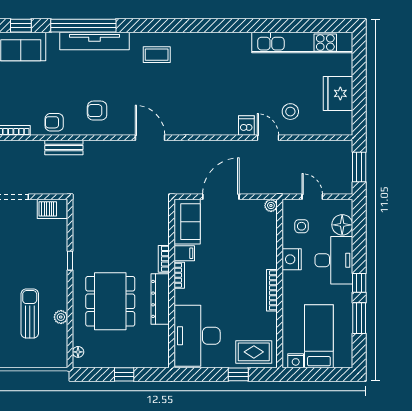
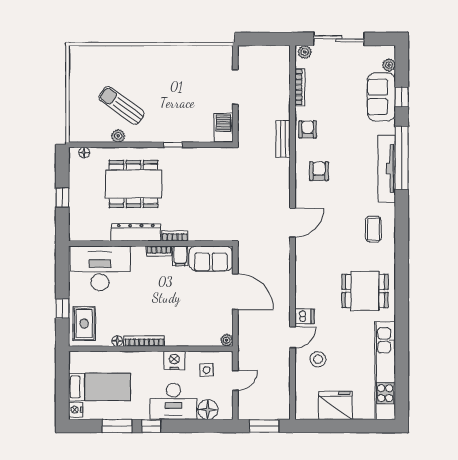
dining table: (220, 63) -> (365, 291), added
sun lounger: (30, 314) -> (122, 106), turned -144
floor lamp: (272, 318) -> (117, 341), added
nightstand: (296, 361) -> (76, 410), moved

